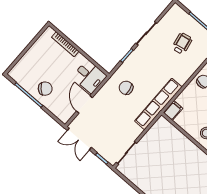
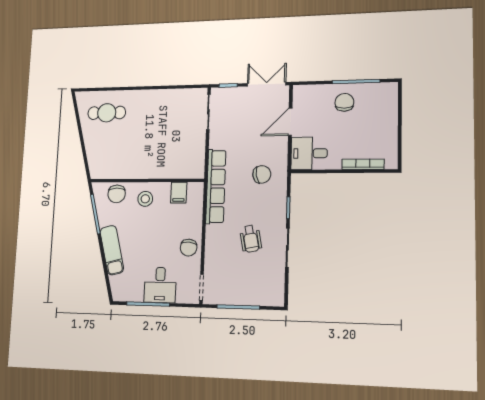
wheelchair: (182, 44) -> (251, 239), moved
chair: (45, 89) -> (344, 102), turned 135
door: (84, 104) -> (290, 122), swing flipped
filing cabinet: (173, 110) -> (179, 193), moved

